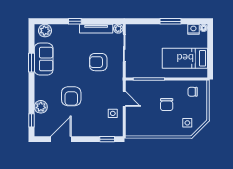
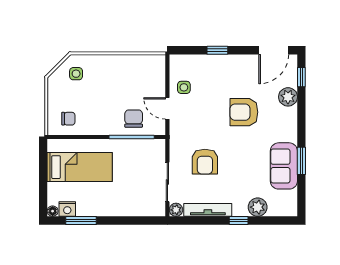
window: (171, 21) -> (81, 221), moved
plant: (45, 31) -> (258, 207), moved
armchair: (98, 62) -> (205, 162), turned 90
armchair: (71, 96) -> (244, 112), turned -90
chair: (167, 105) -> (134, 119), moved
door: (61, 139) -> (274, 50), moved
window: (107, 139) -> (217, 50), moved

